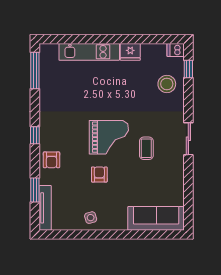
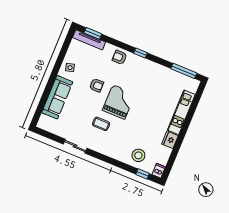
grand piano: (109, 137) -> (119, 102), turned 180
sliding door: (188, 139) -> (75, 146), moved
window: (35, 190) -> (93, 33), moved
sofa: (156, 218) -> (57, 97), moved

